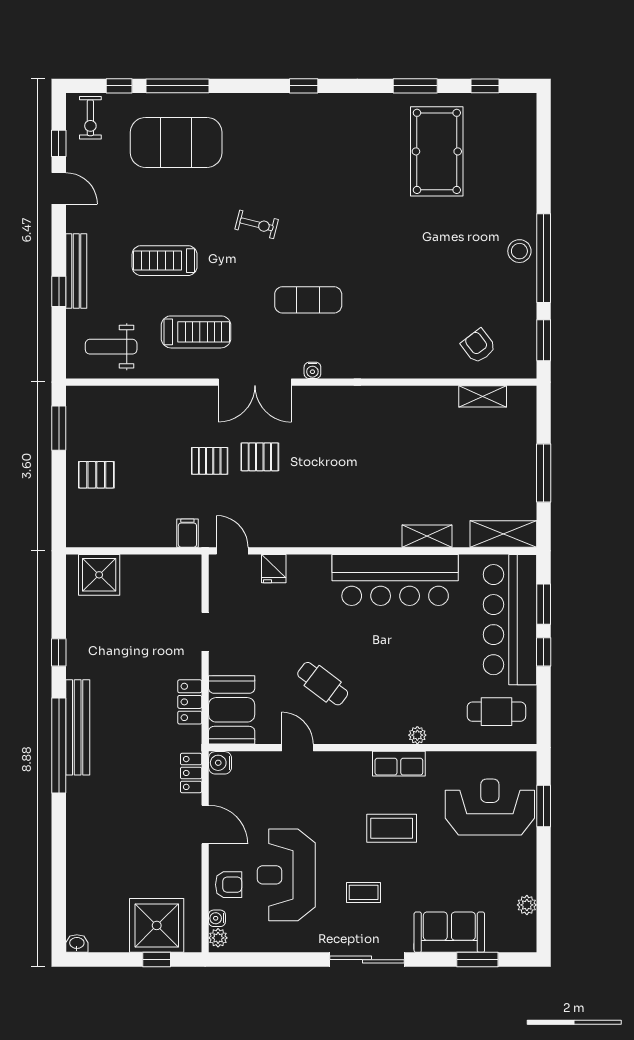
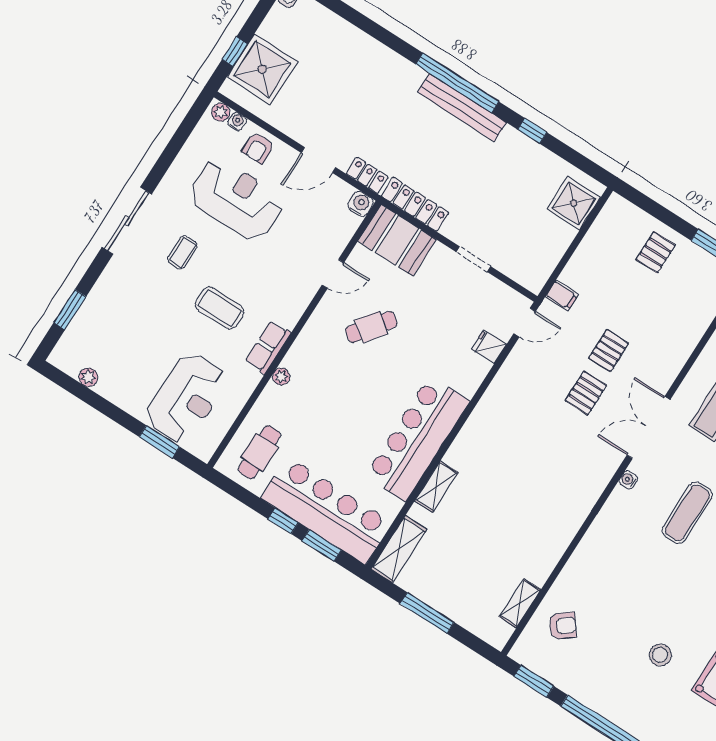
stool: (519, 251) -> (660, 655), moved
locker: (190, 702) -> (415, 204), width x1.53
coffee table: (392, 828) -> (220, 308), turned 90
sofa: (449, 932) -> (106, 301), removed

